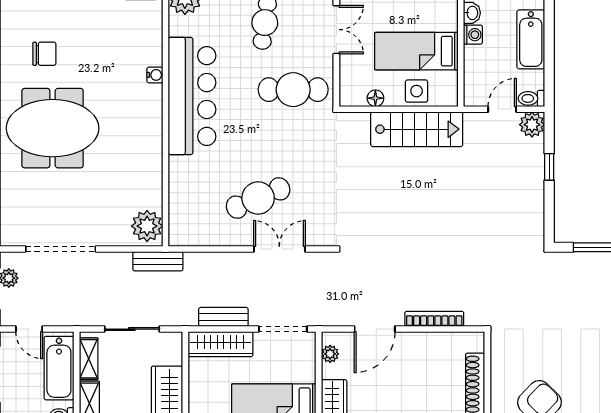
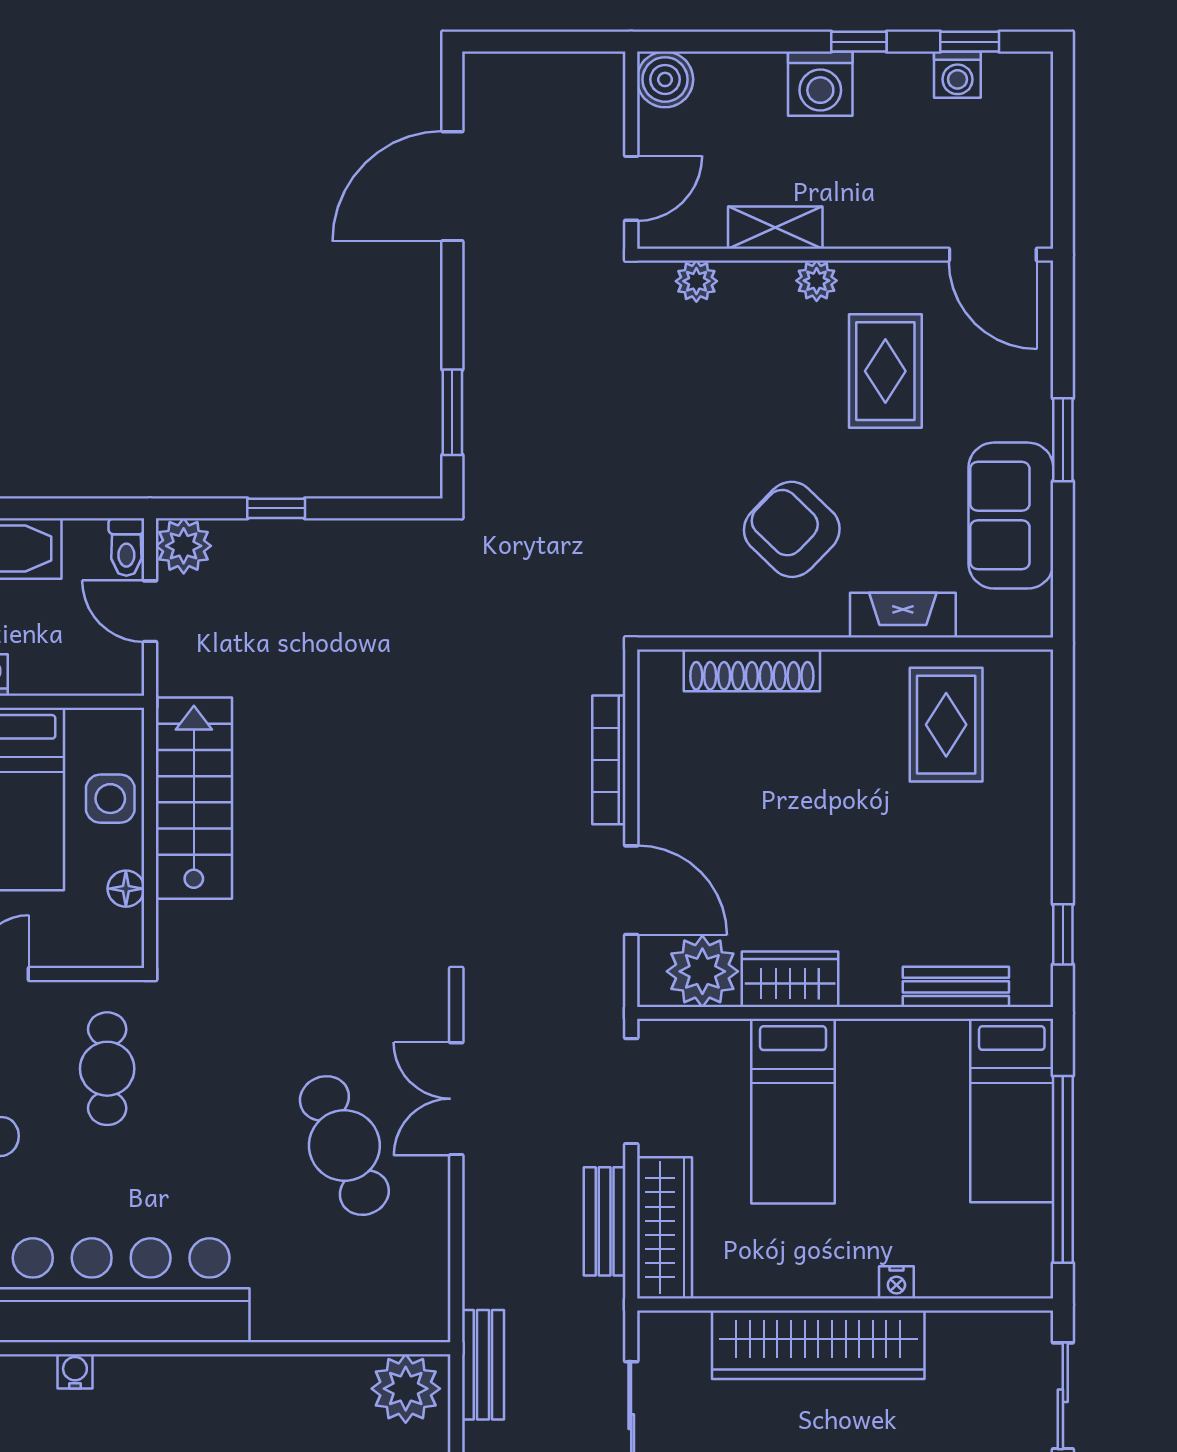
cafe table: (293, 90) -> (107, 1069), width x0.73, depth x0.74
plant: (330, 354) -> (702, 971), width x1.88, depth x1.88

